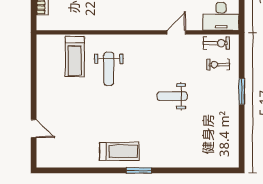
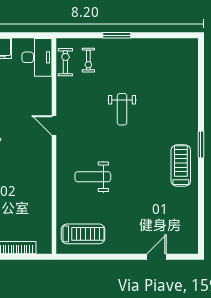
door: (176, 32) -> (54, 125), moved
treadmill: (75, 57) -> (83, 234), moved
weight bench: (109, 69) -> (93, 177), turned 180

